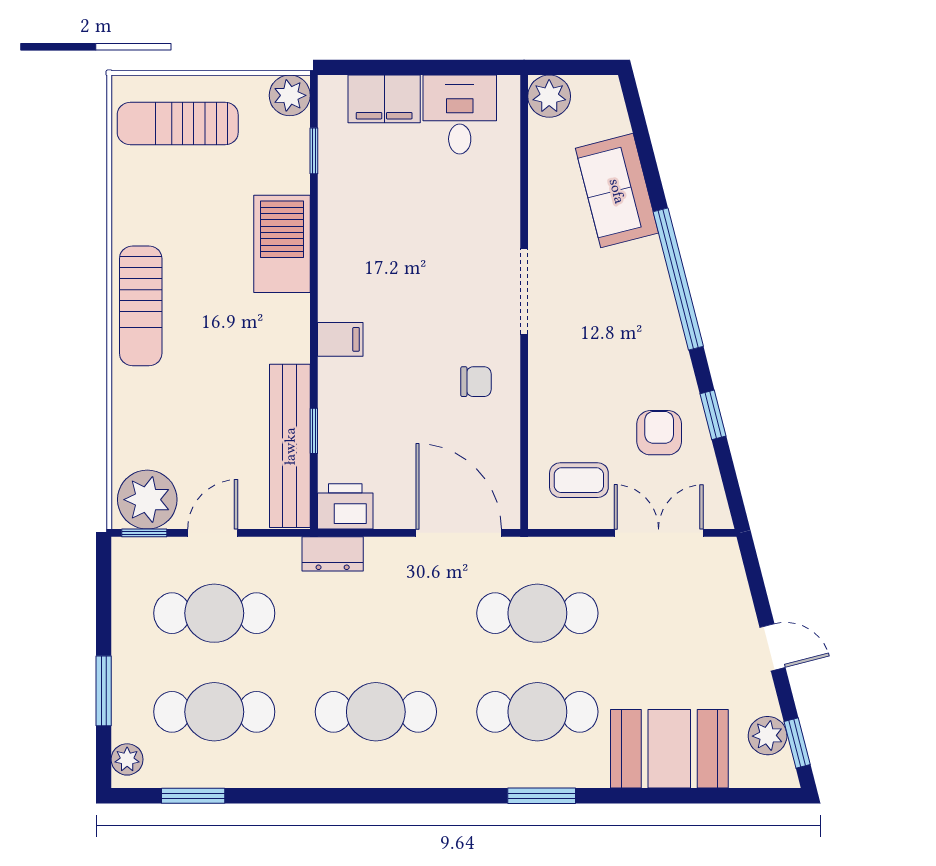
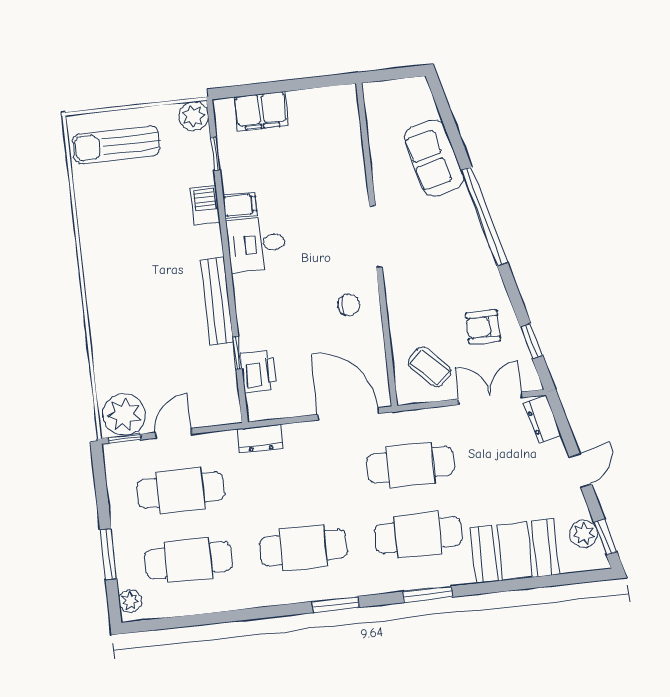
plant: (549, 96) -> (378, 96), removed
desk: (460, 114) -> (256, 244), moved, turned -90
barbecue: (282, 244) -> (205, 205), width x0.53, depth x0.65
sun lounger: (141, 306) -> (104, 277), removed
filing cabinet: (340, 339) -> (240, 205), moved
window: (713, 415) -> (532, 341), moved
armchair: (659, 433) -> (483, 327), turned -90
bench: (290, 446) -> (217, 301), moved, width x0.73, depth x0.82
coffee table: (579, 480) -> (430, 367), turned 45
printer: (345, 506) -> (258, 371), moved, turned 90
dresser: (728, 571) -> (543, 420), added
door: (773, 647) -> (580, 471), hinge flipped
window: (193, 796) -> (335, 605), moved

